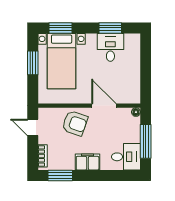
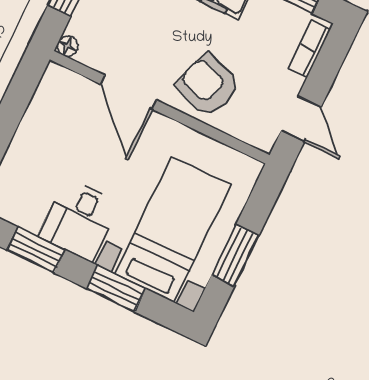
window: (61, 28) -> (116, 289), moved
desk: (110, 47) -> (79, 220), moved

